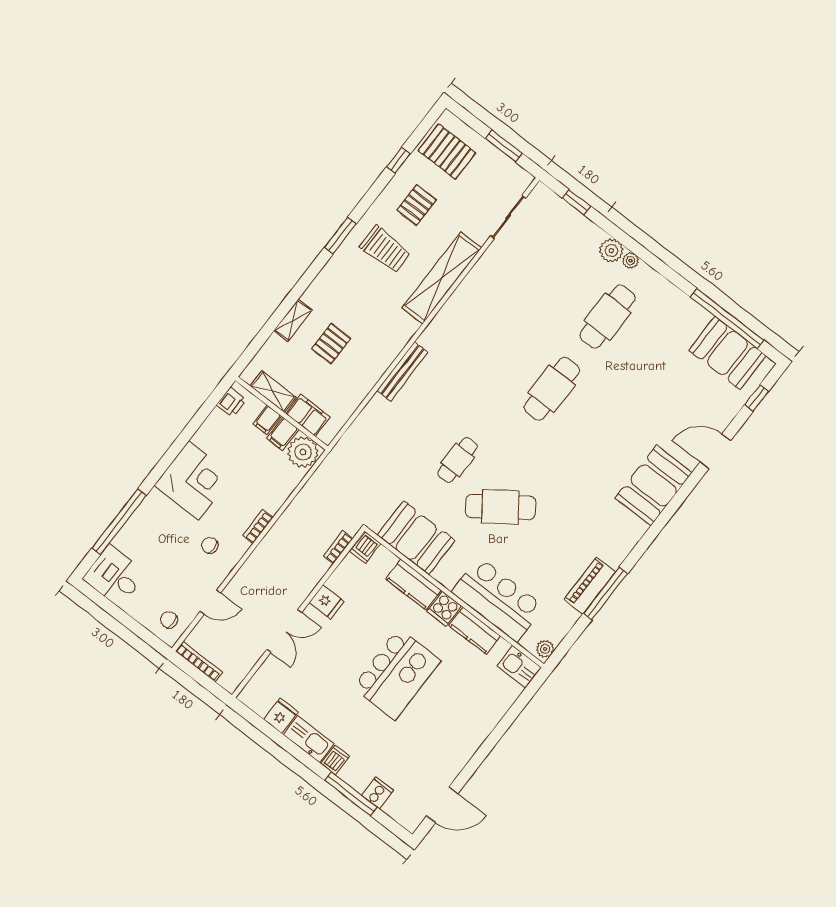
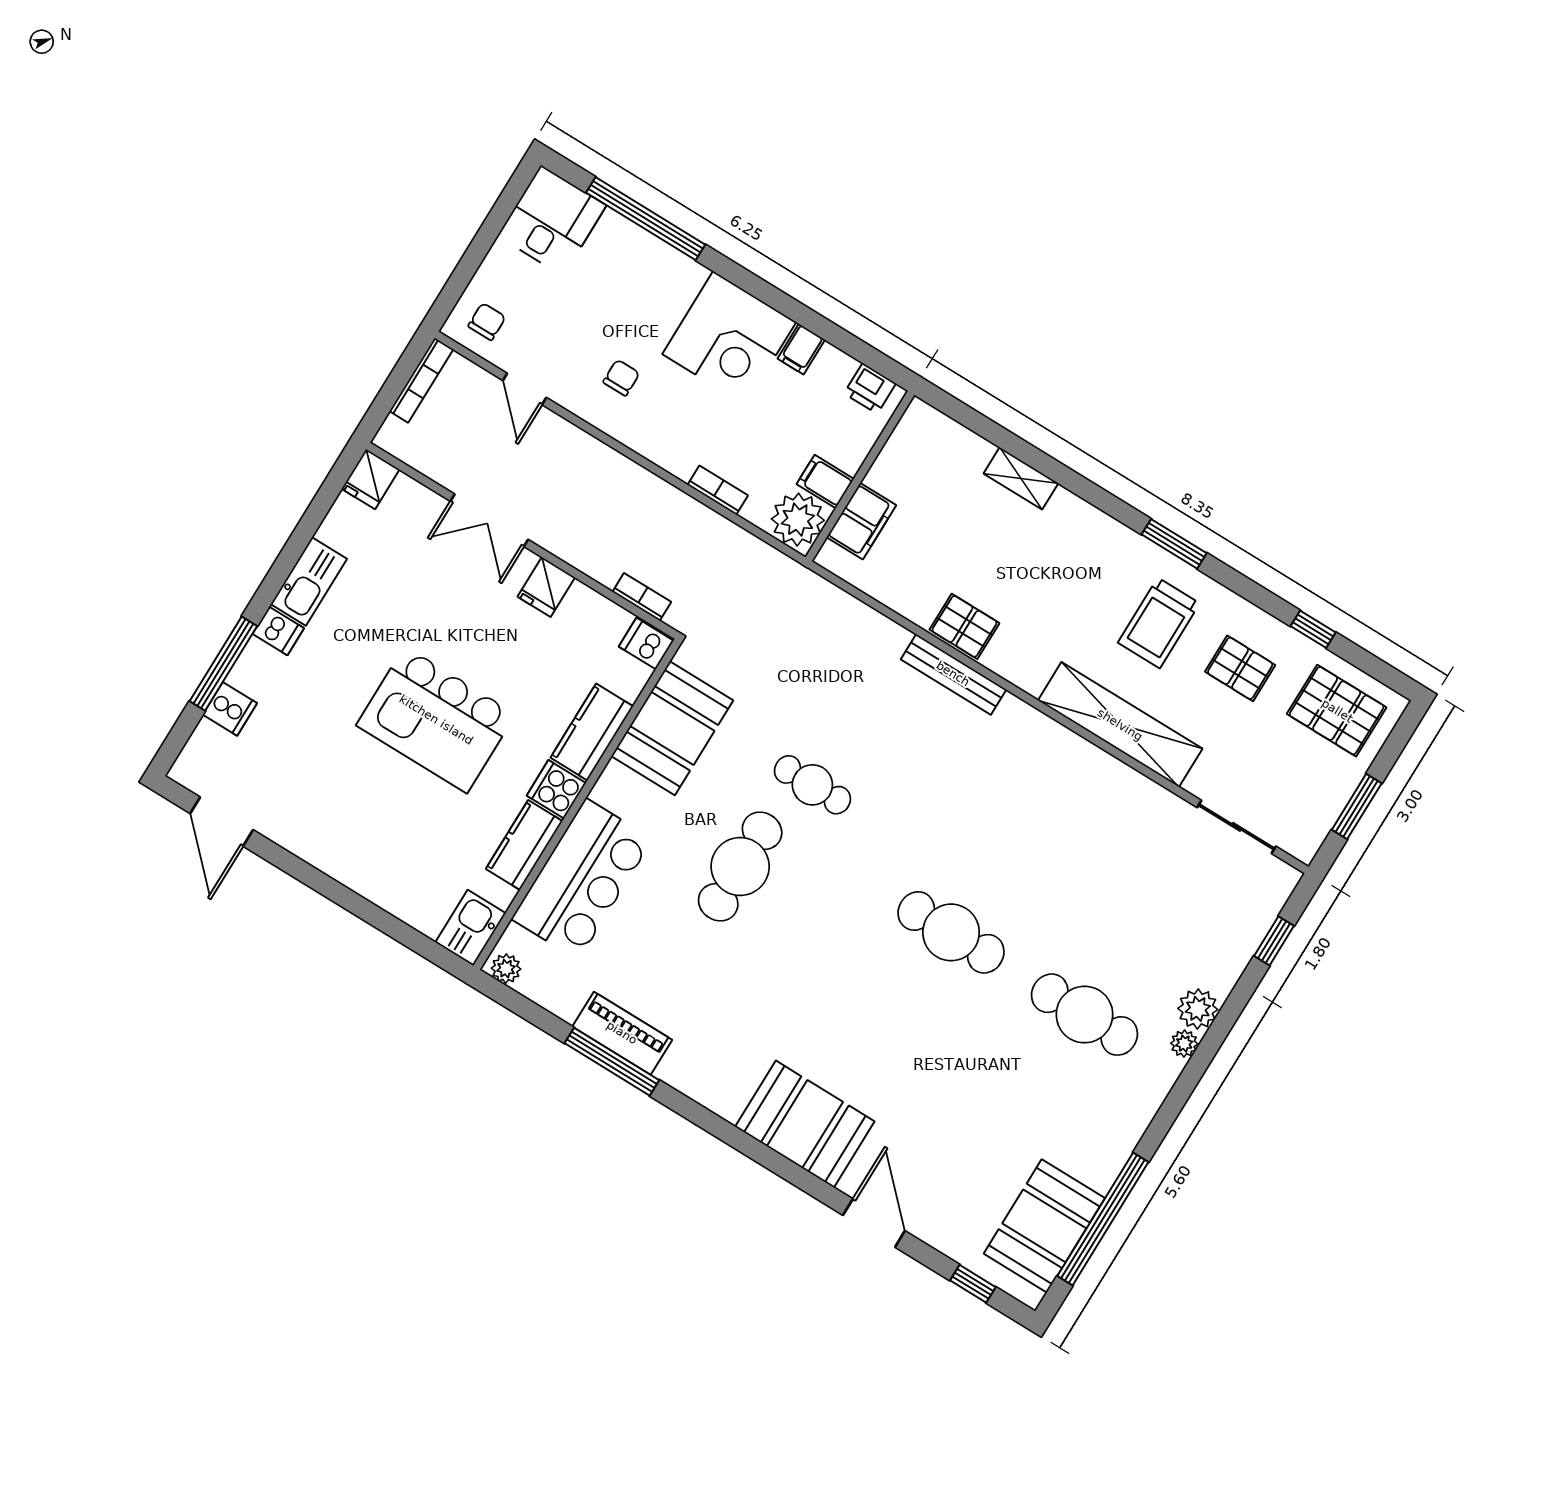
pallet: (447, 152) -> (1337, 711), turned 90
pallet: (331, 344) -> (964, 626), moved
shelving: (273, 392) -> (896, 457), removed
filing cabinet: (267, 420) -> (801, 349), moved, turned -90
cafe table: (500, 507) -> (740, 866), turned 36
bookcase: (258, 527) -> (718, 490), moved
fridge: (281, 716) -> (371, 479), moved, turned 90

